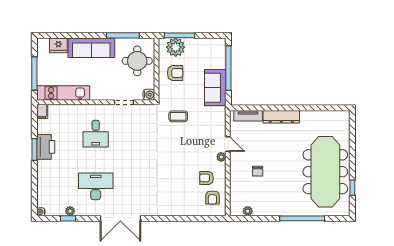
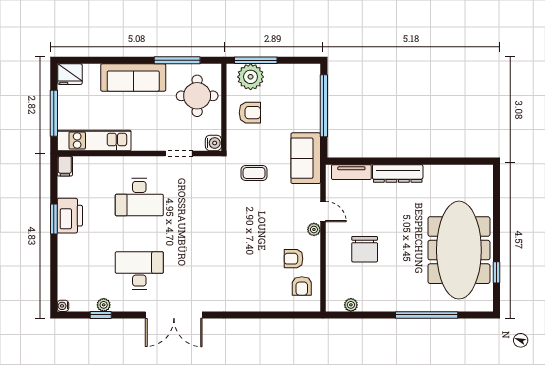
fridge: (58, 45) -> (70, 74), moved
sofa: (215, 88) -> (306, 158), moved
desk: (96, 134) -> (139, 197), width x1.37
chair: (258, 171) -> (365, 249), width x1.87, depth x1.87

